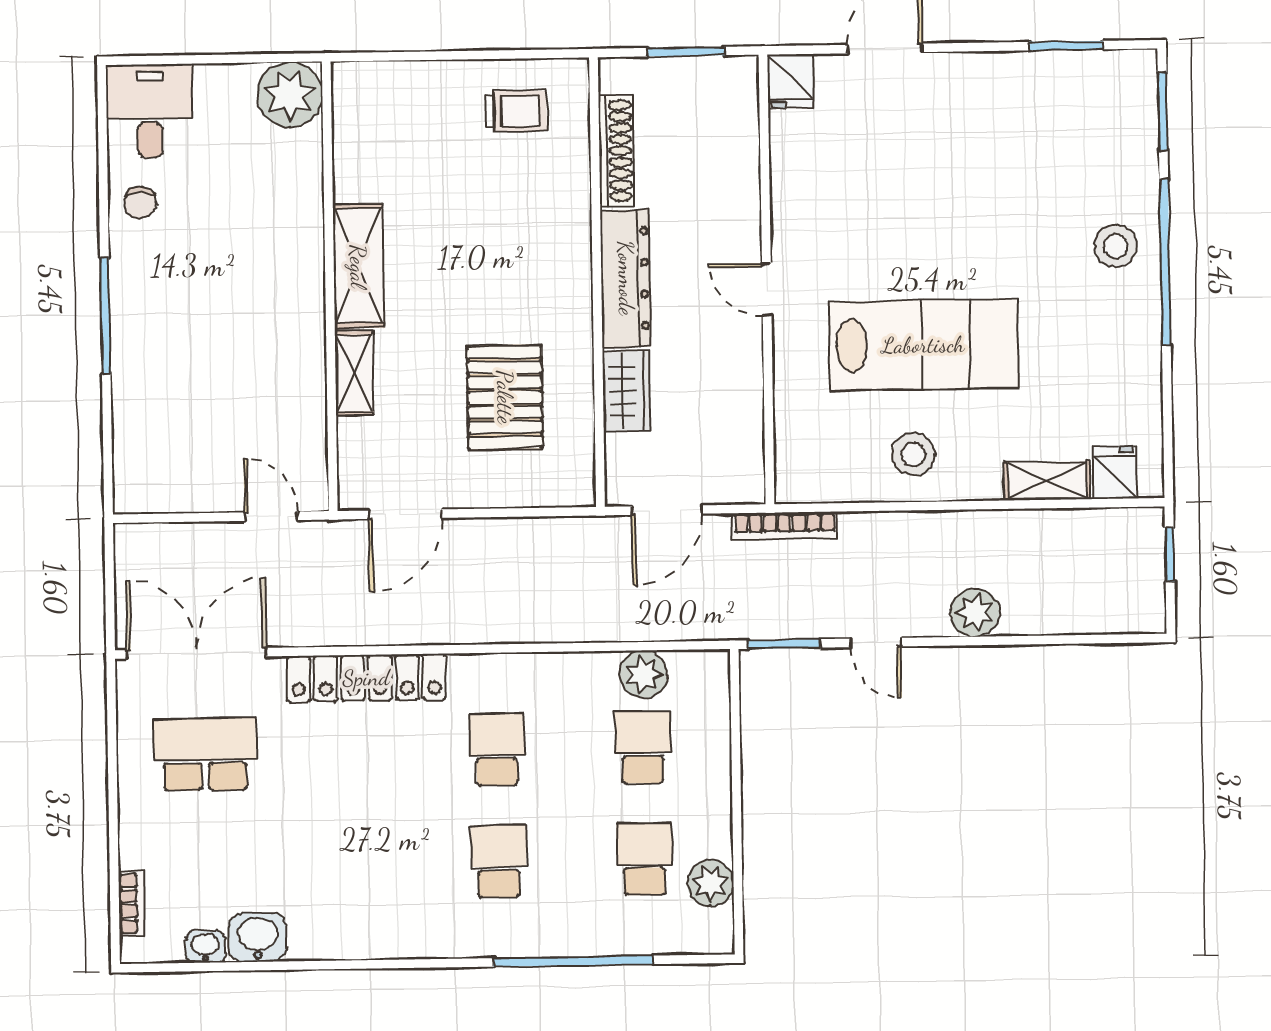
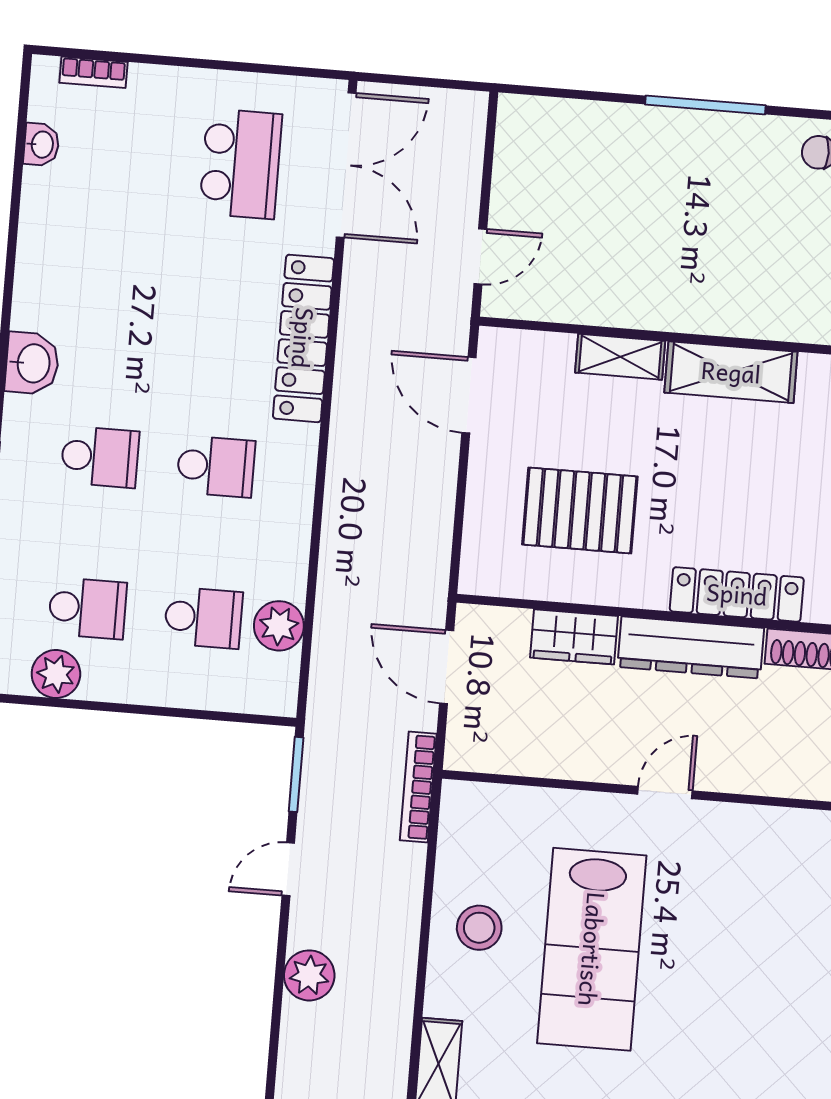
locker: (570, 239) -> (737, 594), added
washbasin: (258, 937) -> (32, 363), moved

